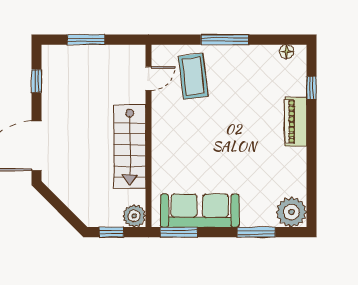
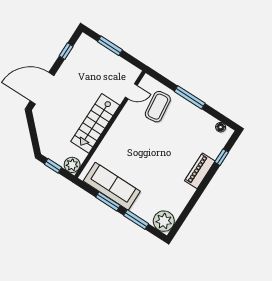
window: (179, 232) -> (108, 201), moved

